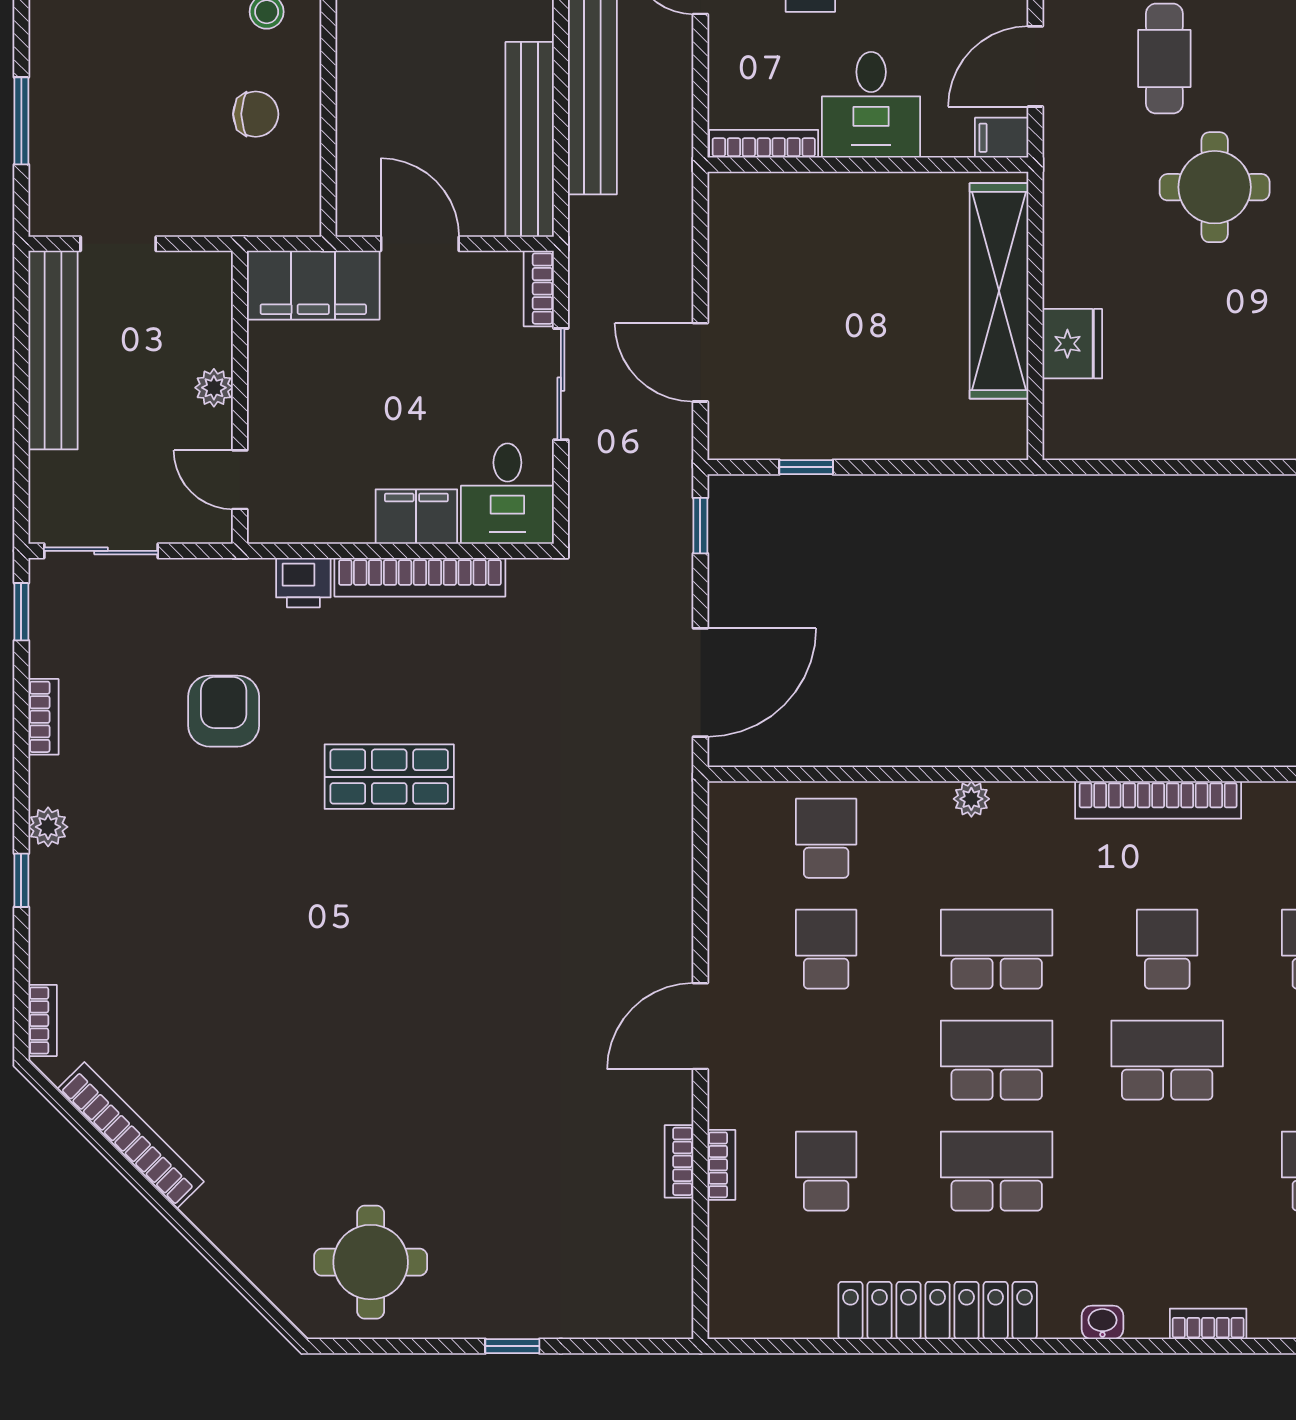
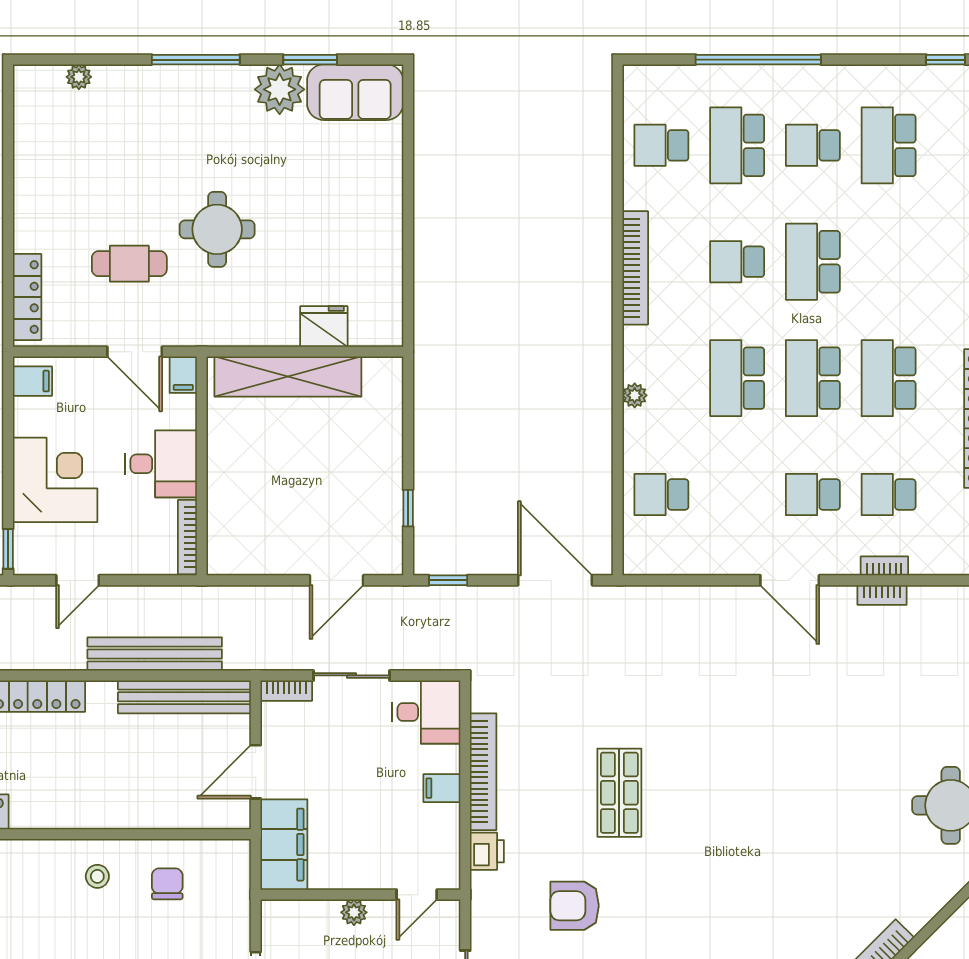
filing cabinet: (416, 517) -> (442, 788), width x0.50
school desk: (826, 949) -> (813, 494), moved

